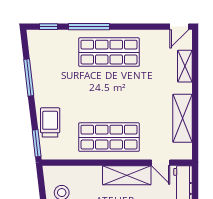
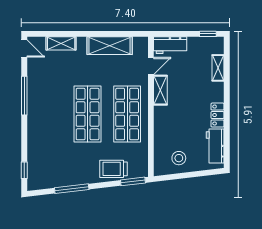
window: (89, 27) -> (24, 96), moved
shop shelf: (109, 52) -> (88, 114), moved
shelving: (127, 175) -> (160, 90), width x0.67, depth x0.75

